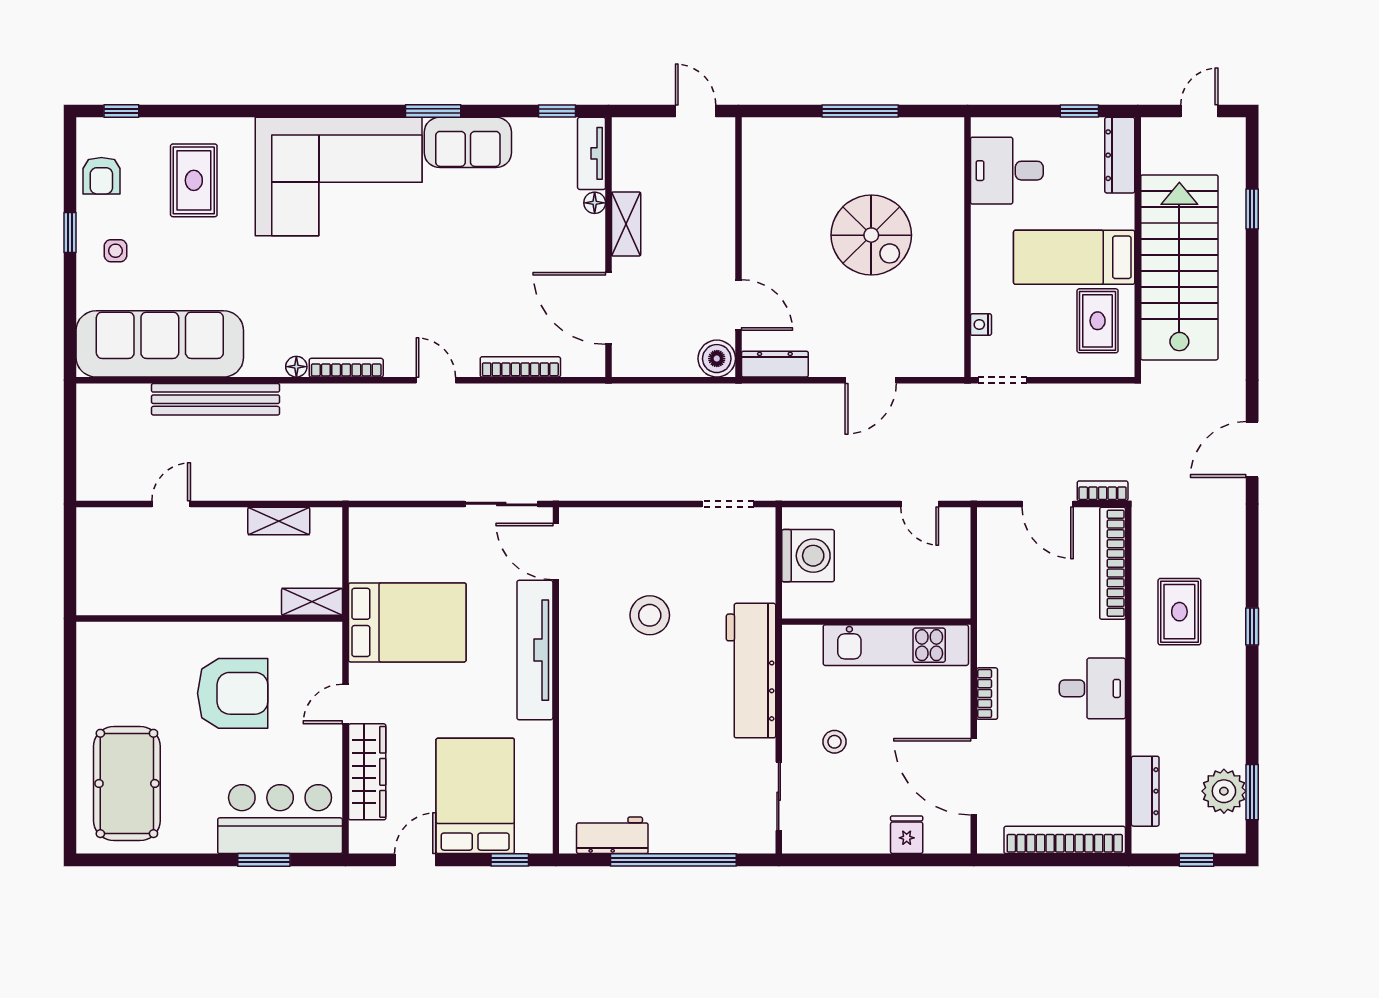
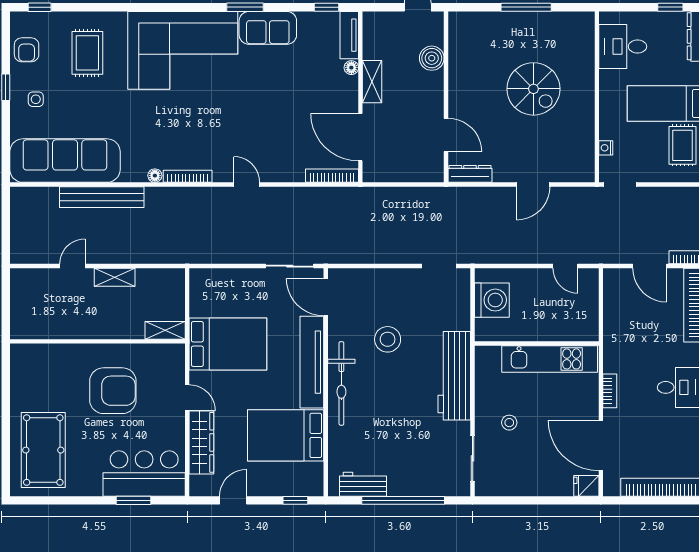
boiler: (717, 359) -> (432, 58), moved
bookcase: (520, 367) -> (332, 176), moved
shelving: (279, 521) -> (115, 277), moved
bicycle: (580, 682) -> (341, 383), added
door: (345, 704) -> (187, 398), swing flipped
bed: (475, 796) -> (286, 435), moved, turned -90
fridge: (907, 835) -> (586, 486), moved, turned -90

